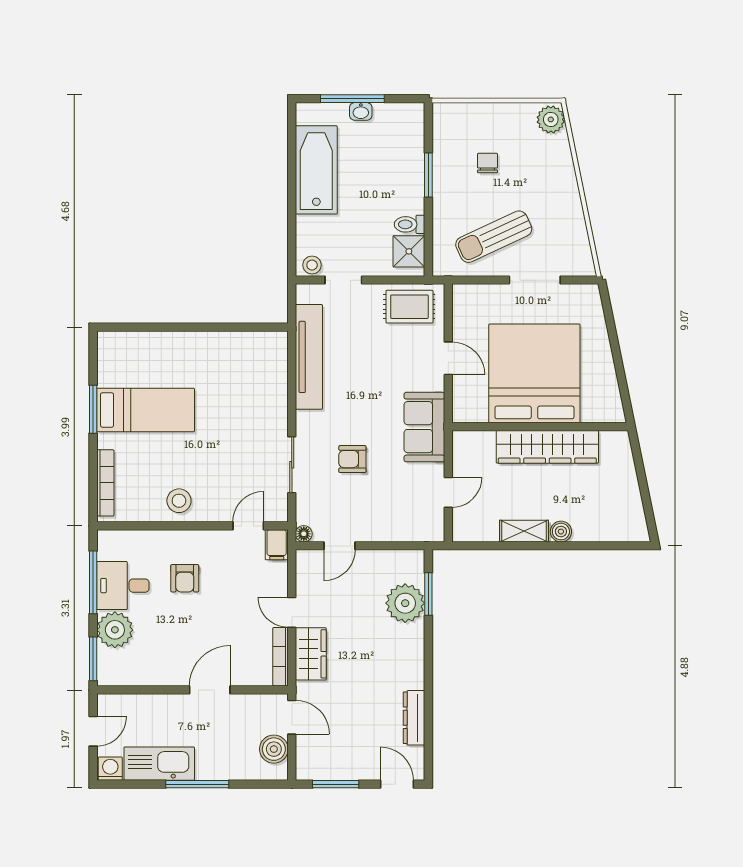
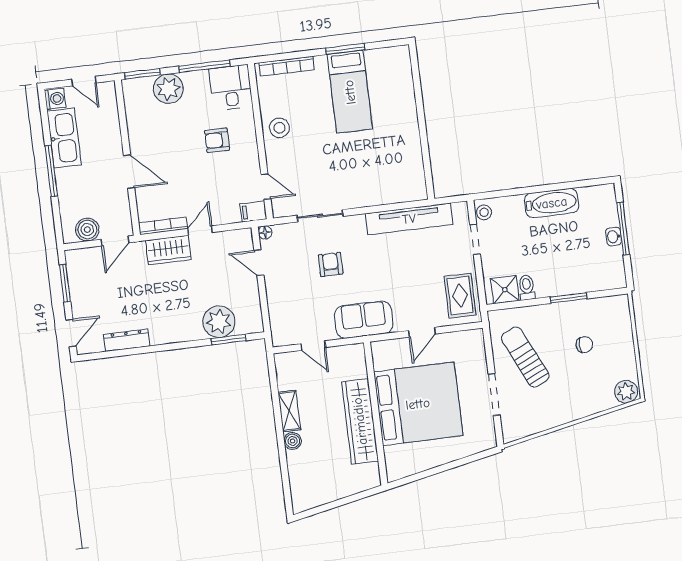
bathtub: (316, 170) -> (552, 203), width x0.73, depth x0.73
desk: (123, 586) -> (231, 88), moved

